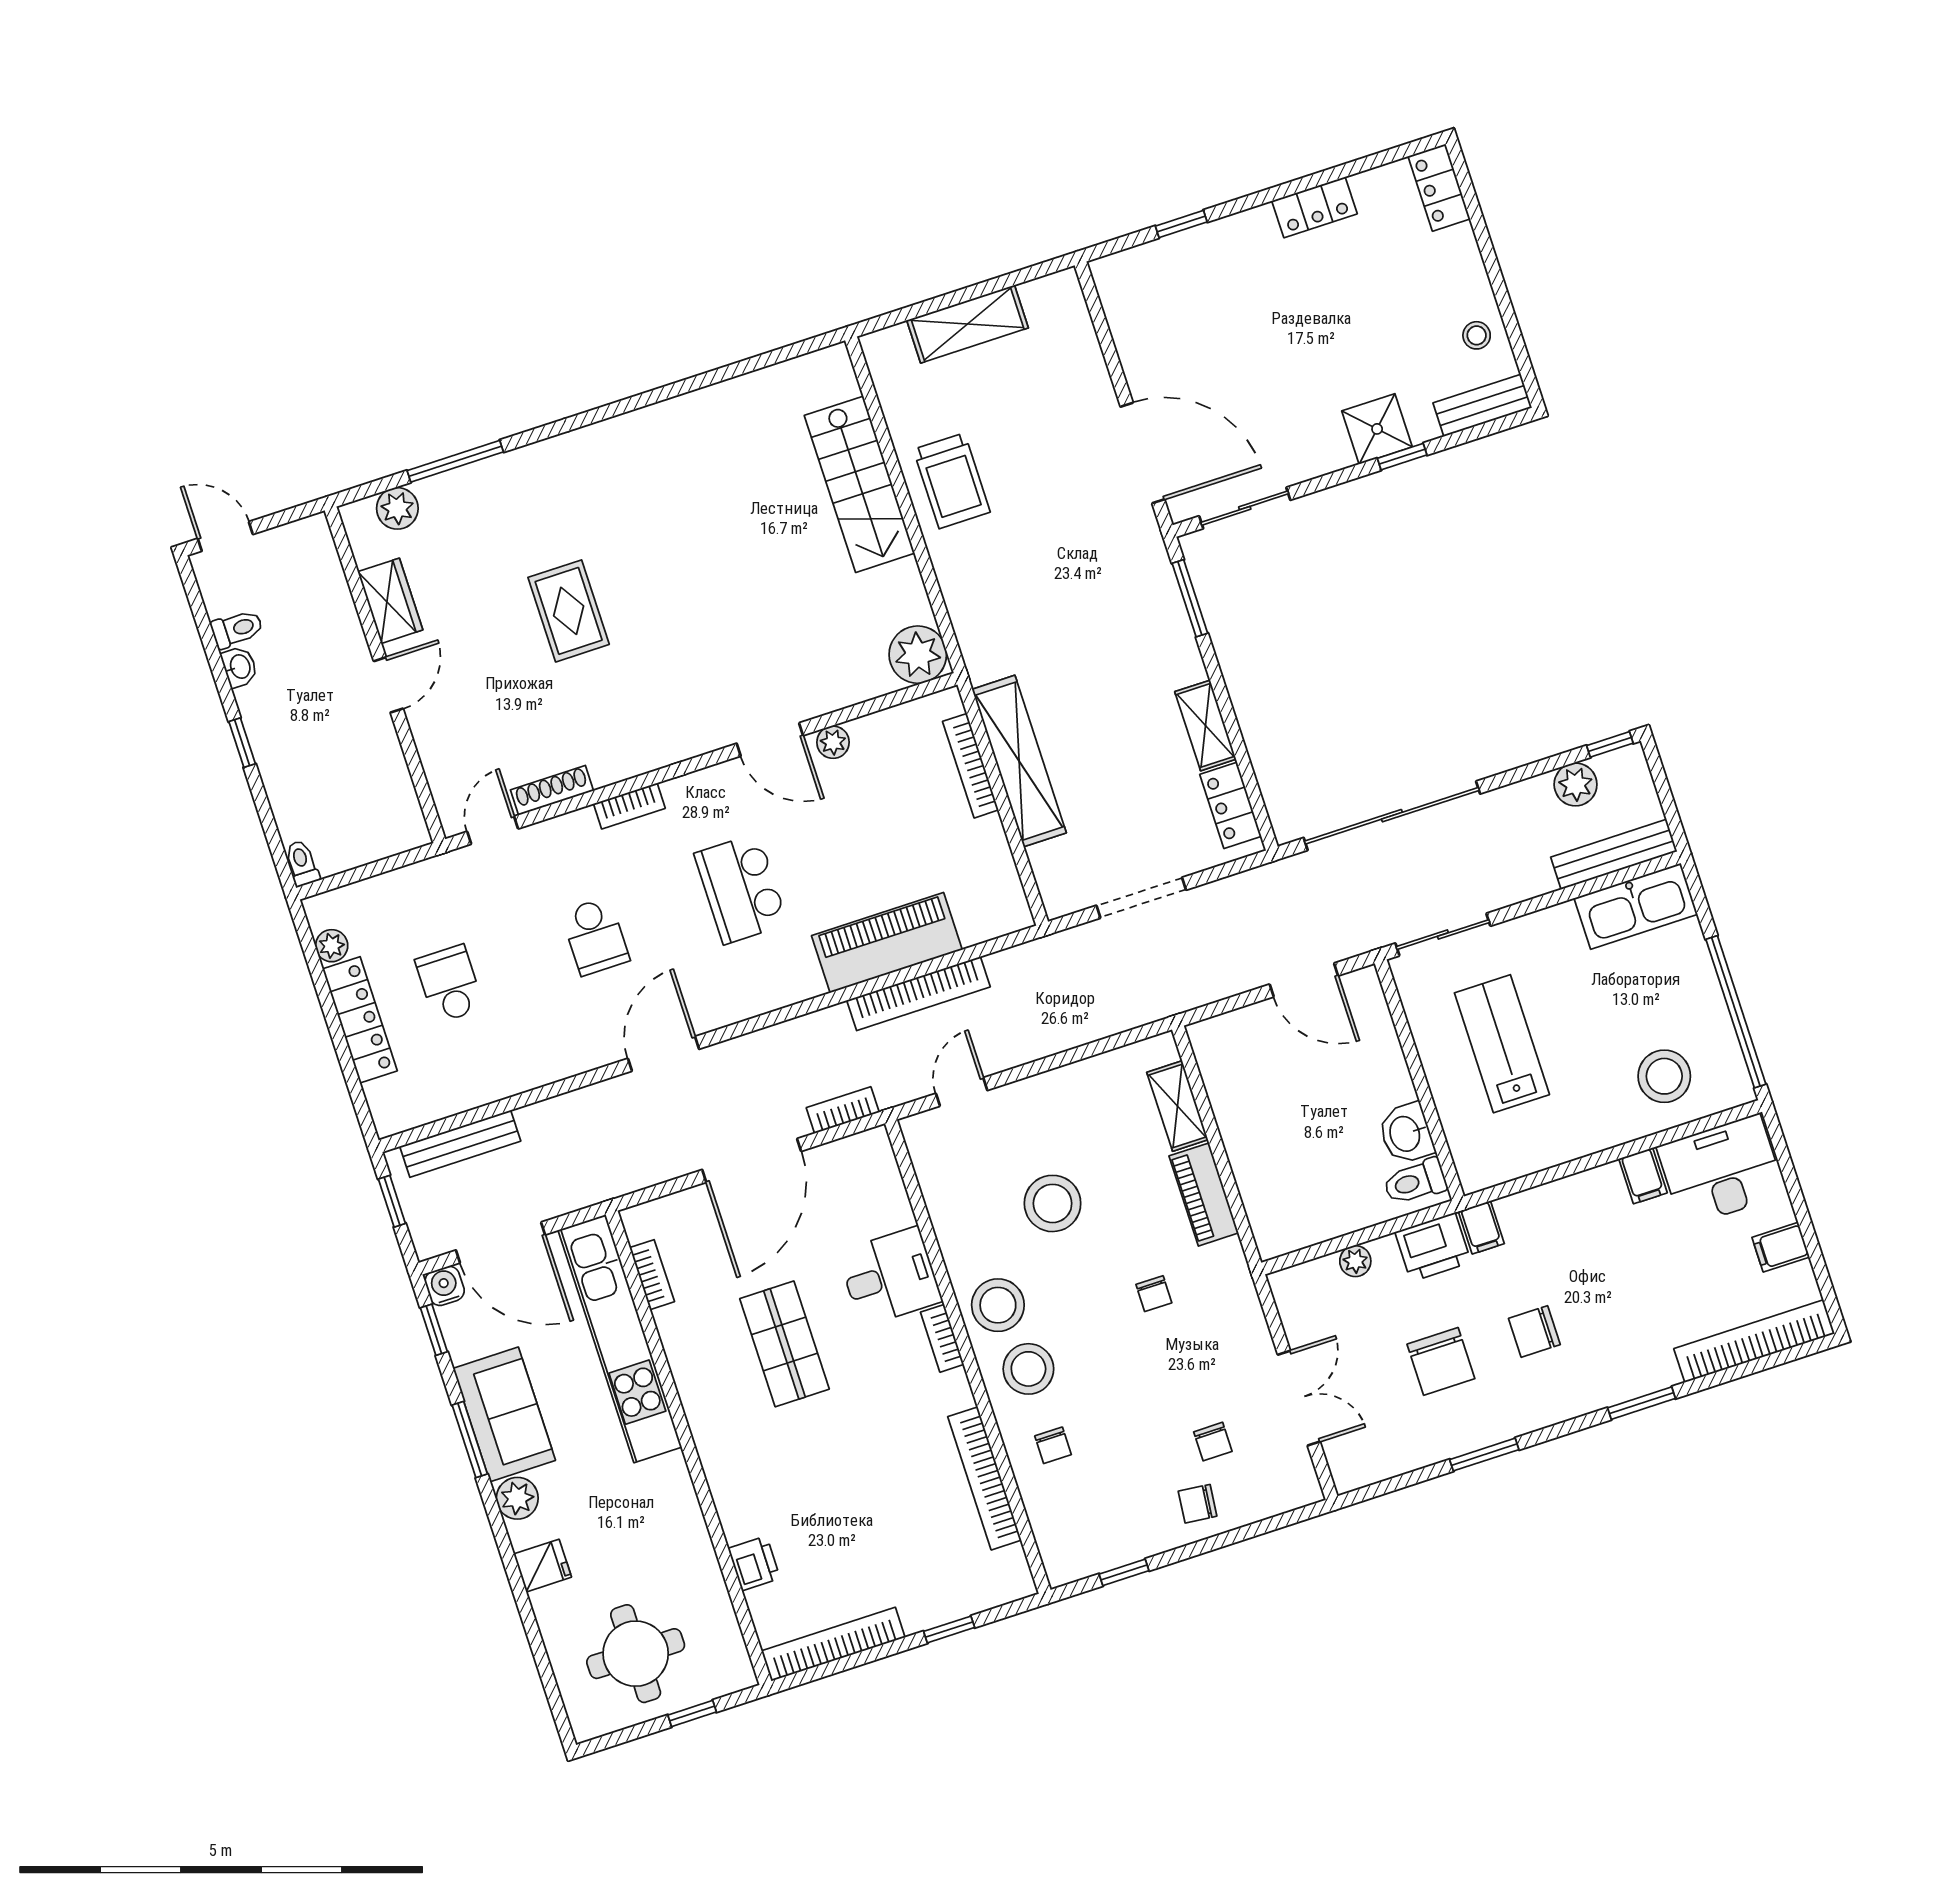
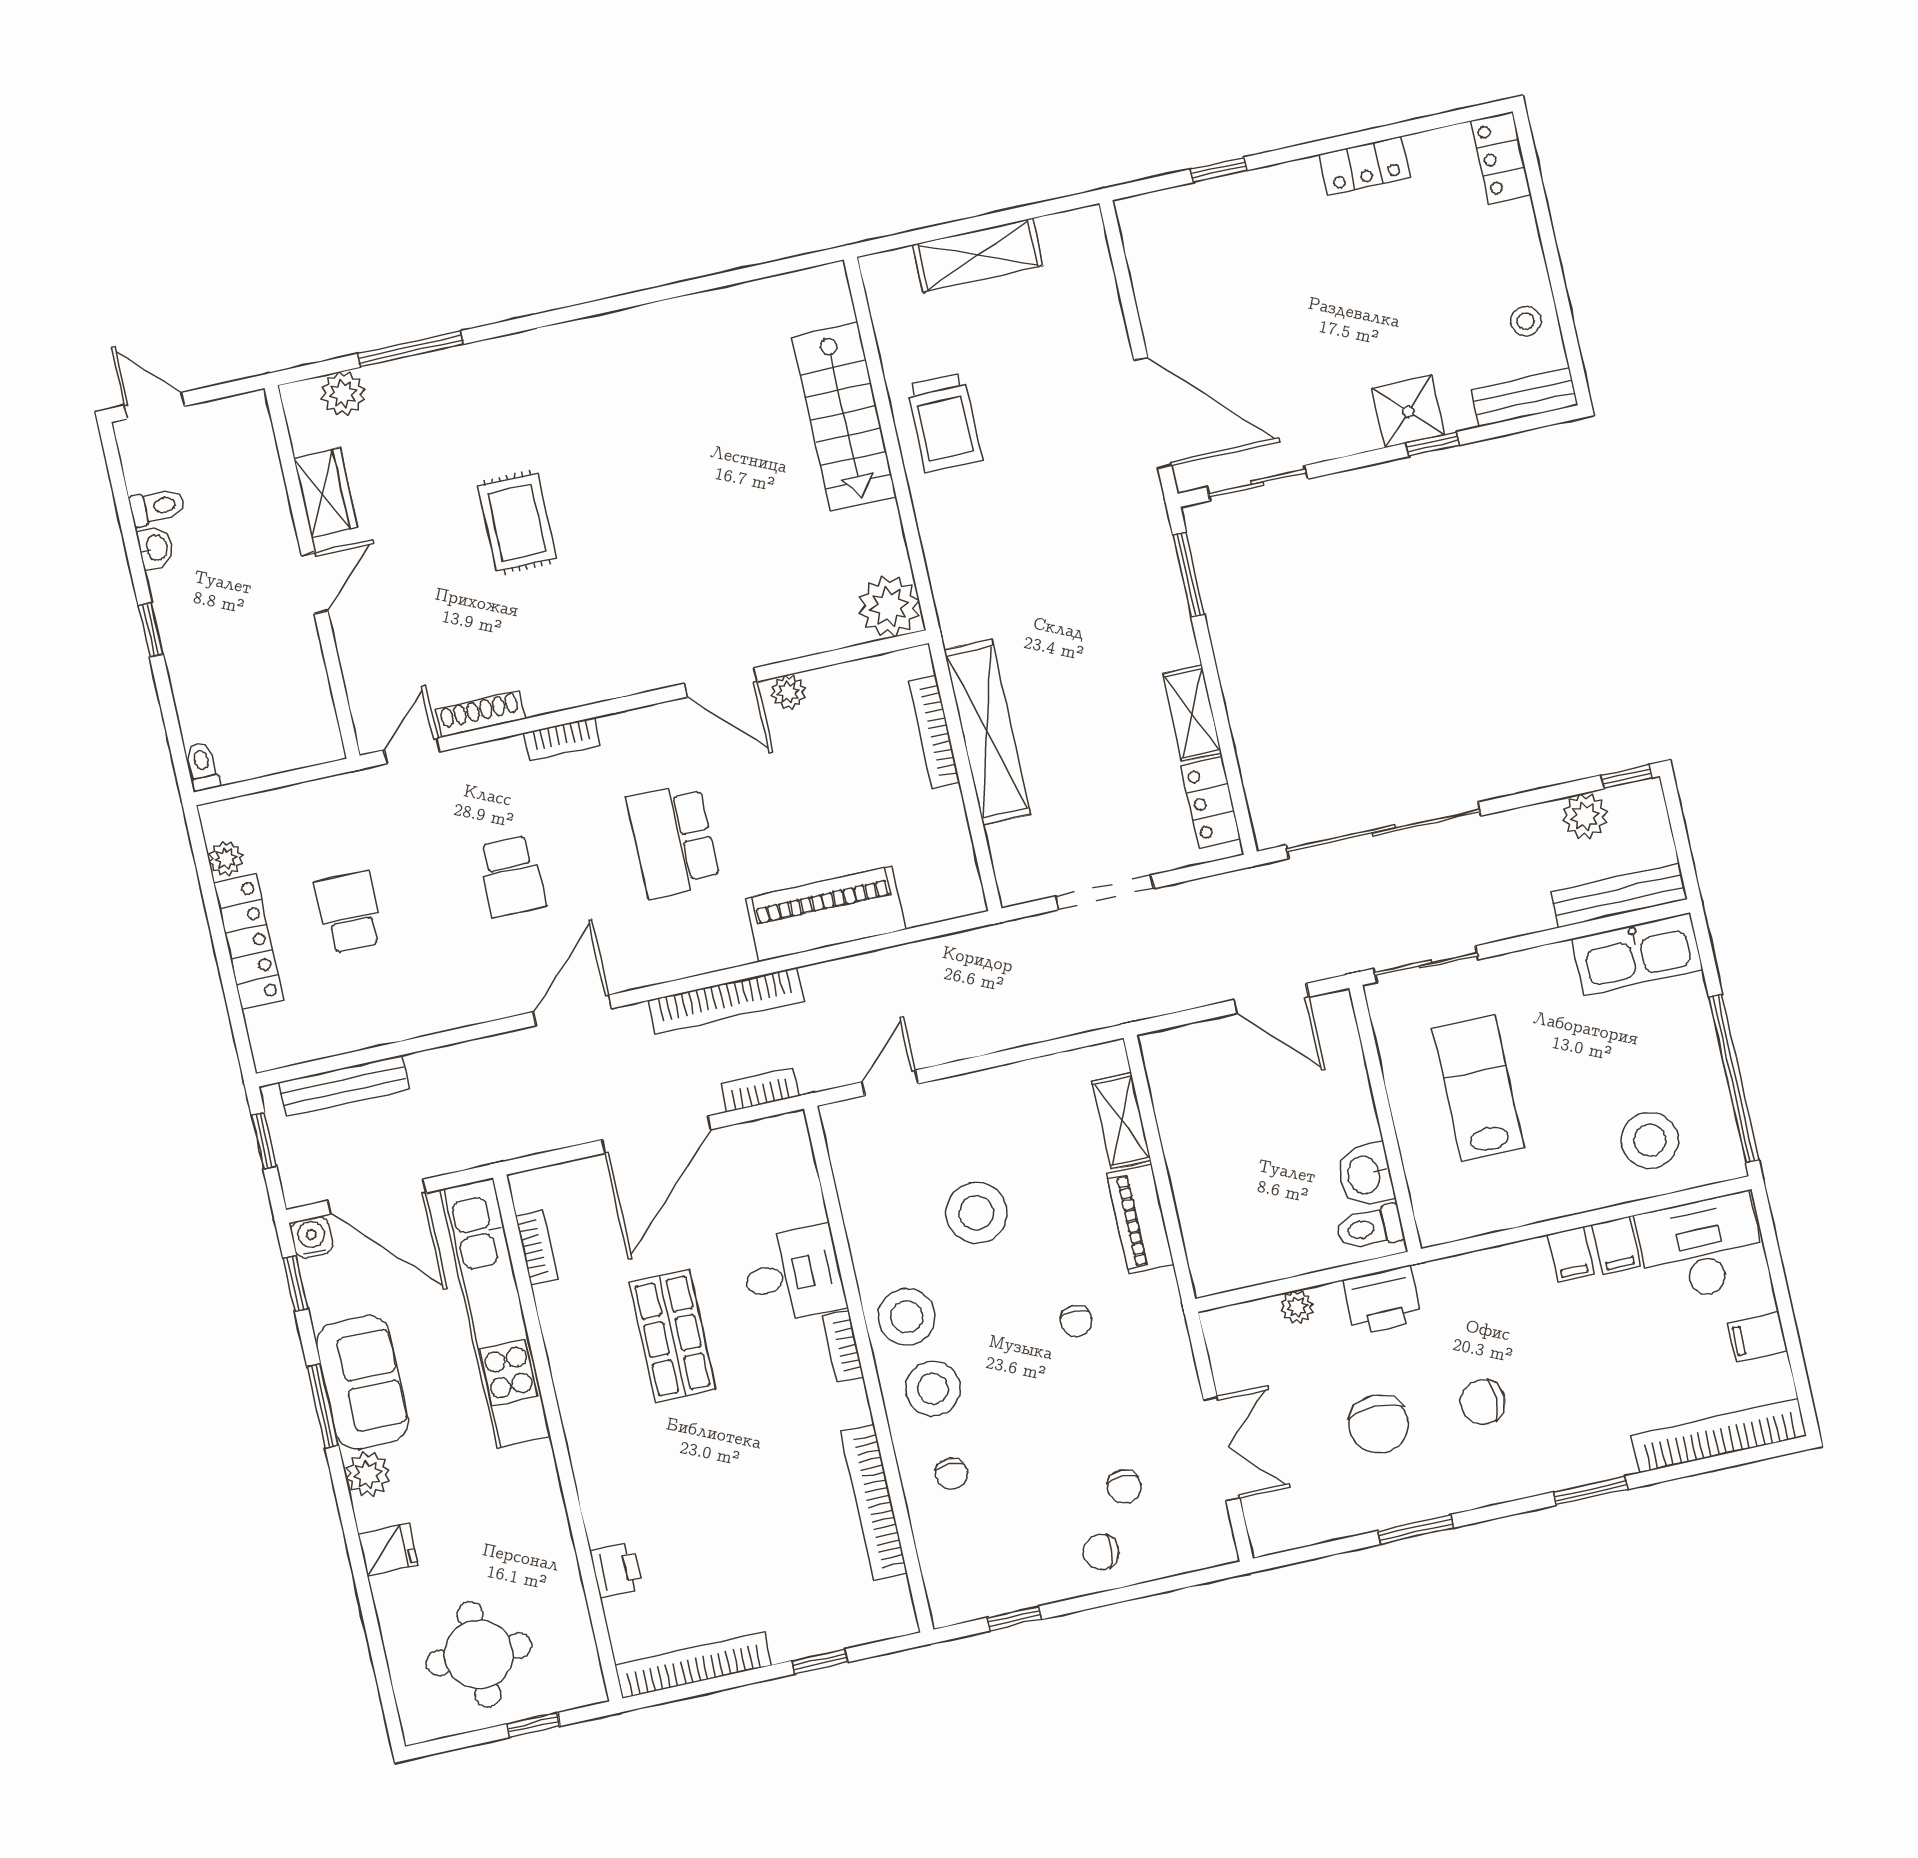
bookcase: (918, 994) -> (726, 1001), moved
filing cabinet: (1481, 1227) -> (1571, 1254), moved

